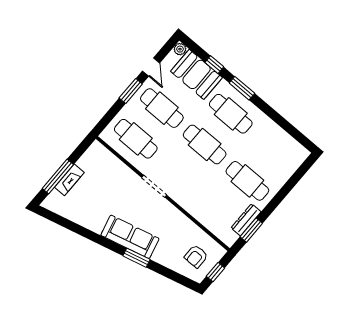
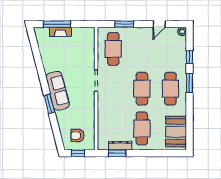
booth: (197, 74) -> (176, 132), moved
window: (131, 91) -> (124, 24), moved
cafe table: (162, 108) -> (142, 49), removed

